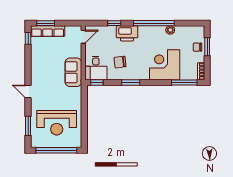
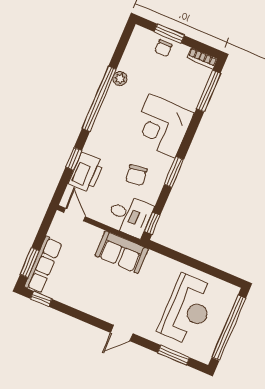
printer: (127, 33) -> (86, 172), moved
corner desk: (165, 65) -> (162, 126), moved

